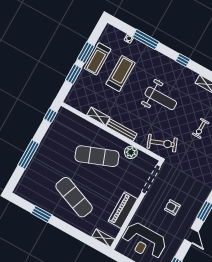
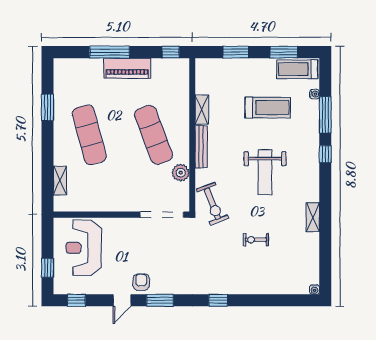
window: (86, 53) -> (284, 52), moved
treadmill: (98, 59) -> (297, 69), moved
window: (183, 60) -> (325, 154), moved
exercise mat: (74, 197) -> (89, 135), turned -36
armchair: (172, 207) -> (141, 282), moved
piano: (123, 210) -> (127, 68), moved, turned 180
shelving: (103, 238) -> (60, 181), moved

